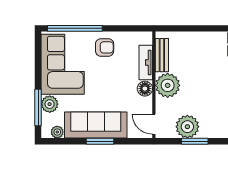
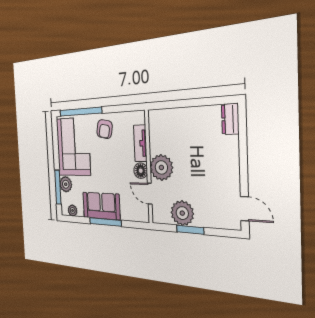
armchair: (105, 47) -> (105, 129), turned 101
bench: (162, 55) -> (155, 135), removed
door: (154, 124) -> (150, 194), moved
sofa: (96, 125) -> (101, 206), width x0.73
window: (100, 141) -> (105, 222), width x1.44

